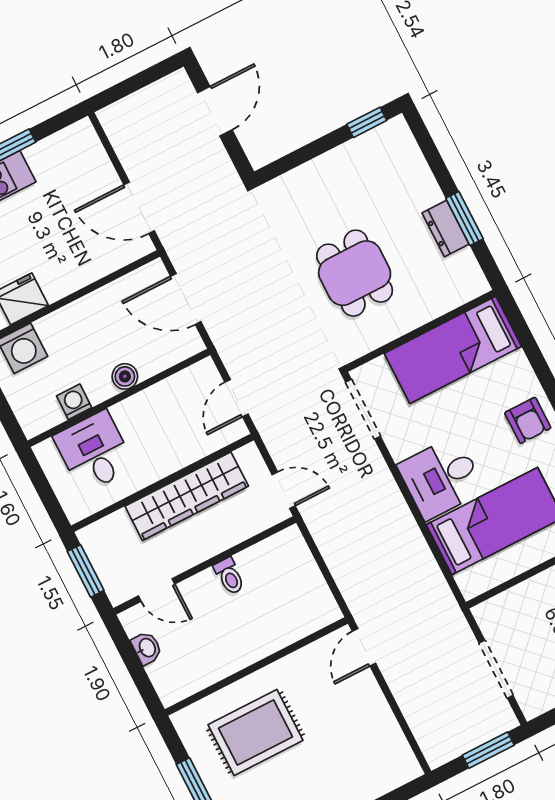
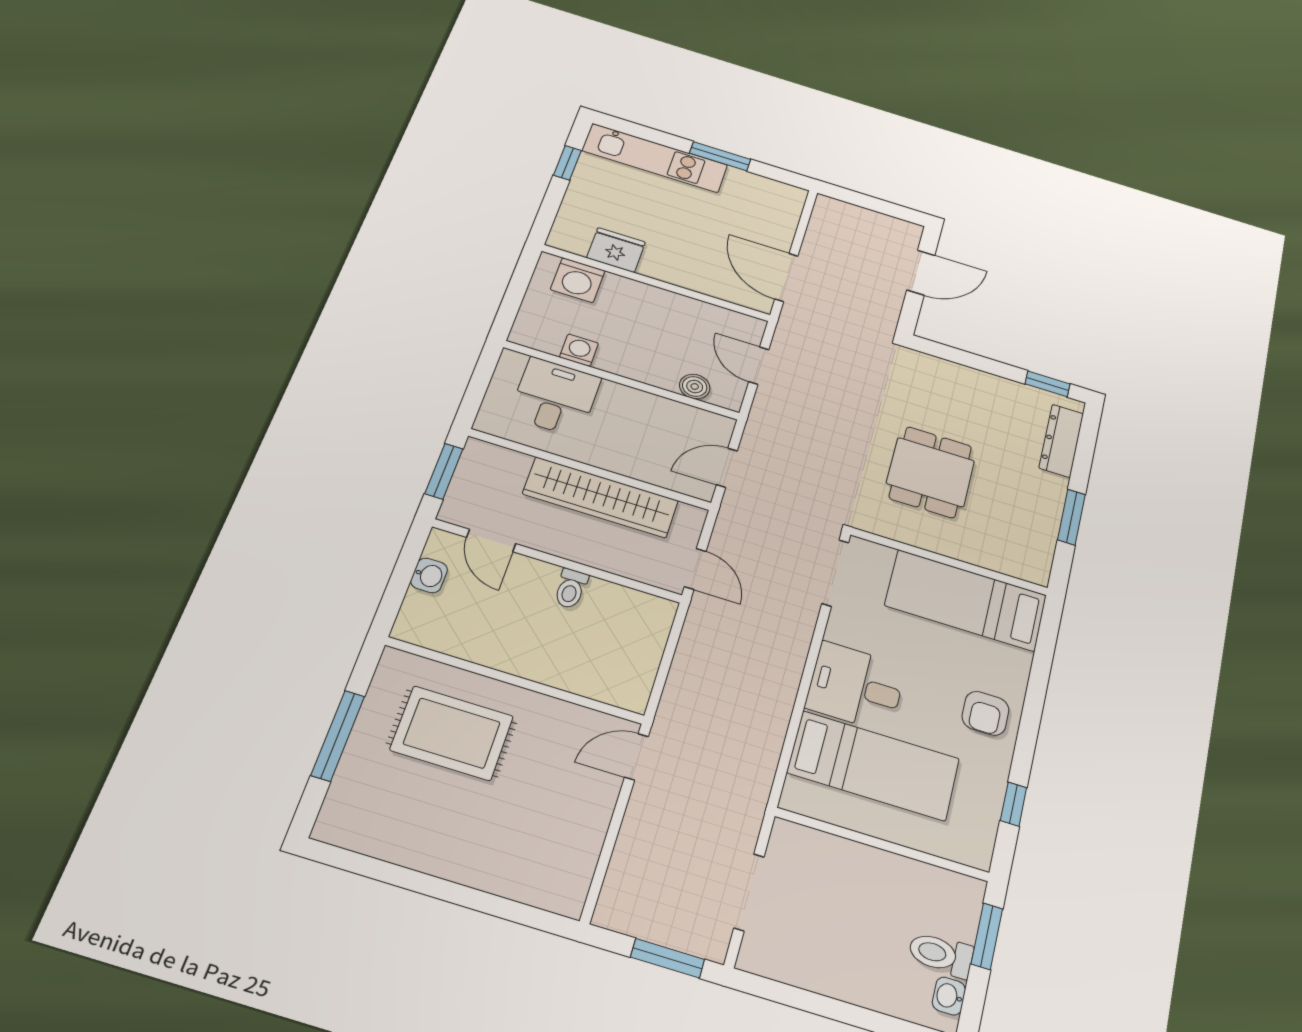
dresser: (446, 229) -> (1061, 441), moved, width x1.44
door: (186, 299) -> (759, 366), width x0.73
boiler: (125, 376) -> (695, 386), moved

